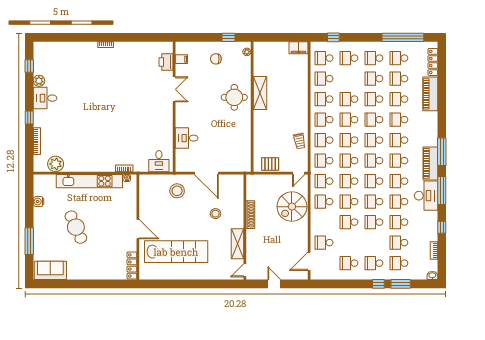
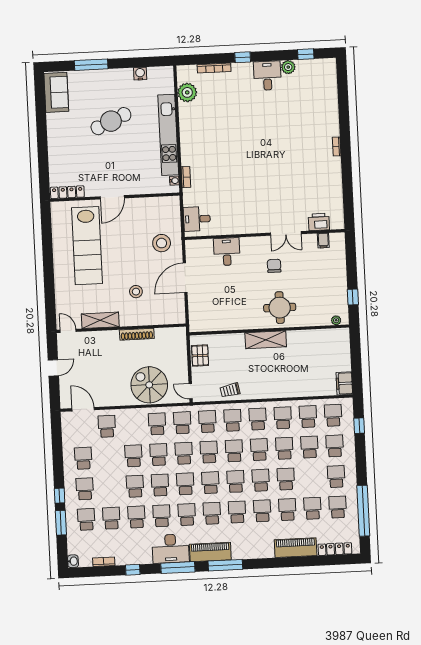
chair: (216, 59) -> (274, 266), moved
school desk: (374, 79) -> (310, 447), moved
shelving: (260, 93) -> (266, 340), moved

